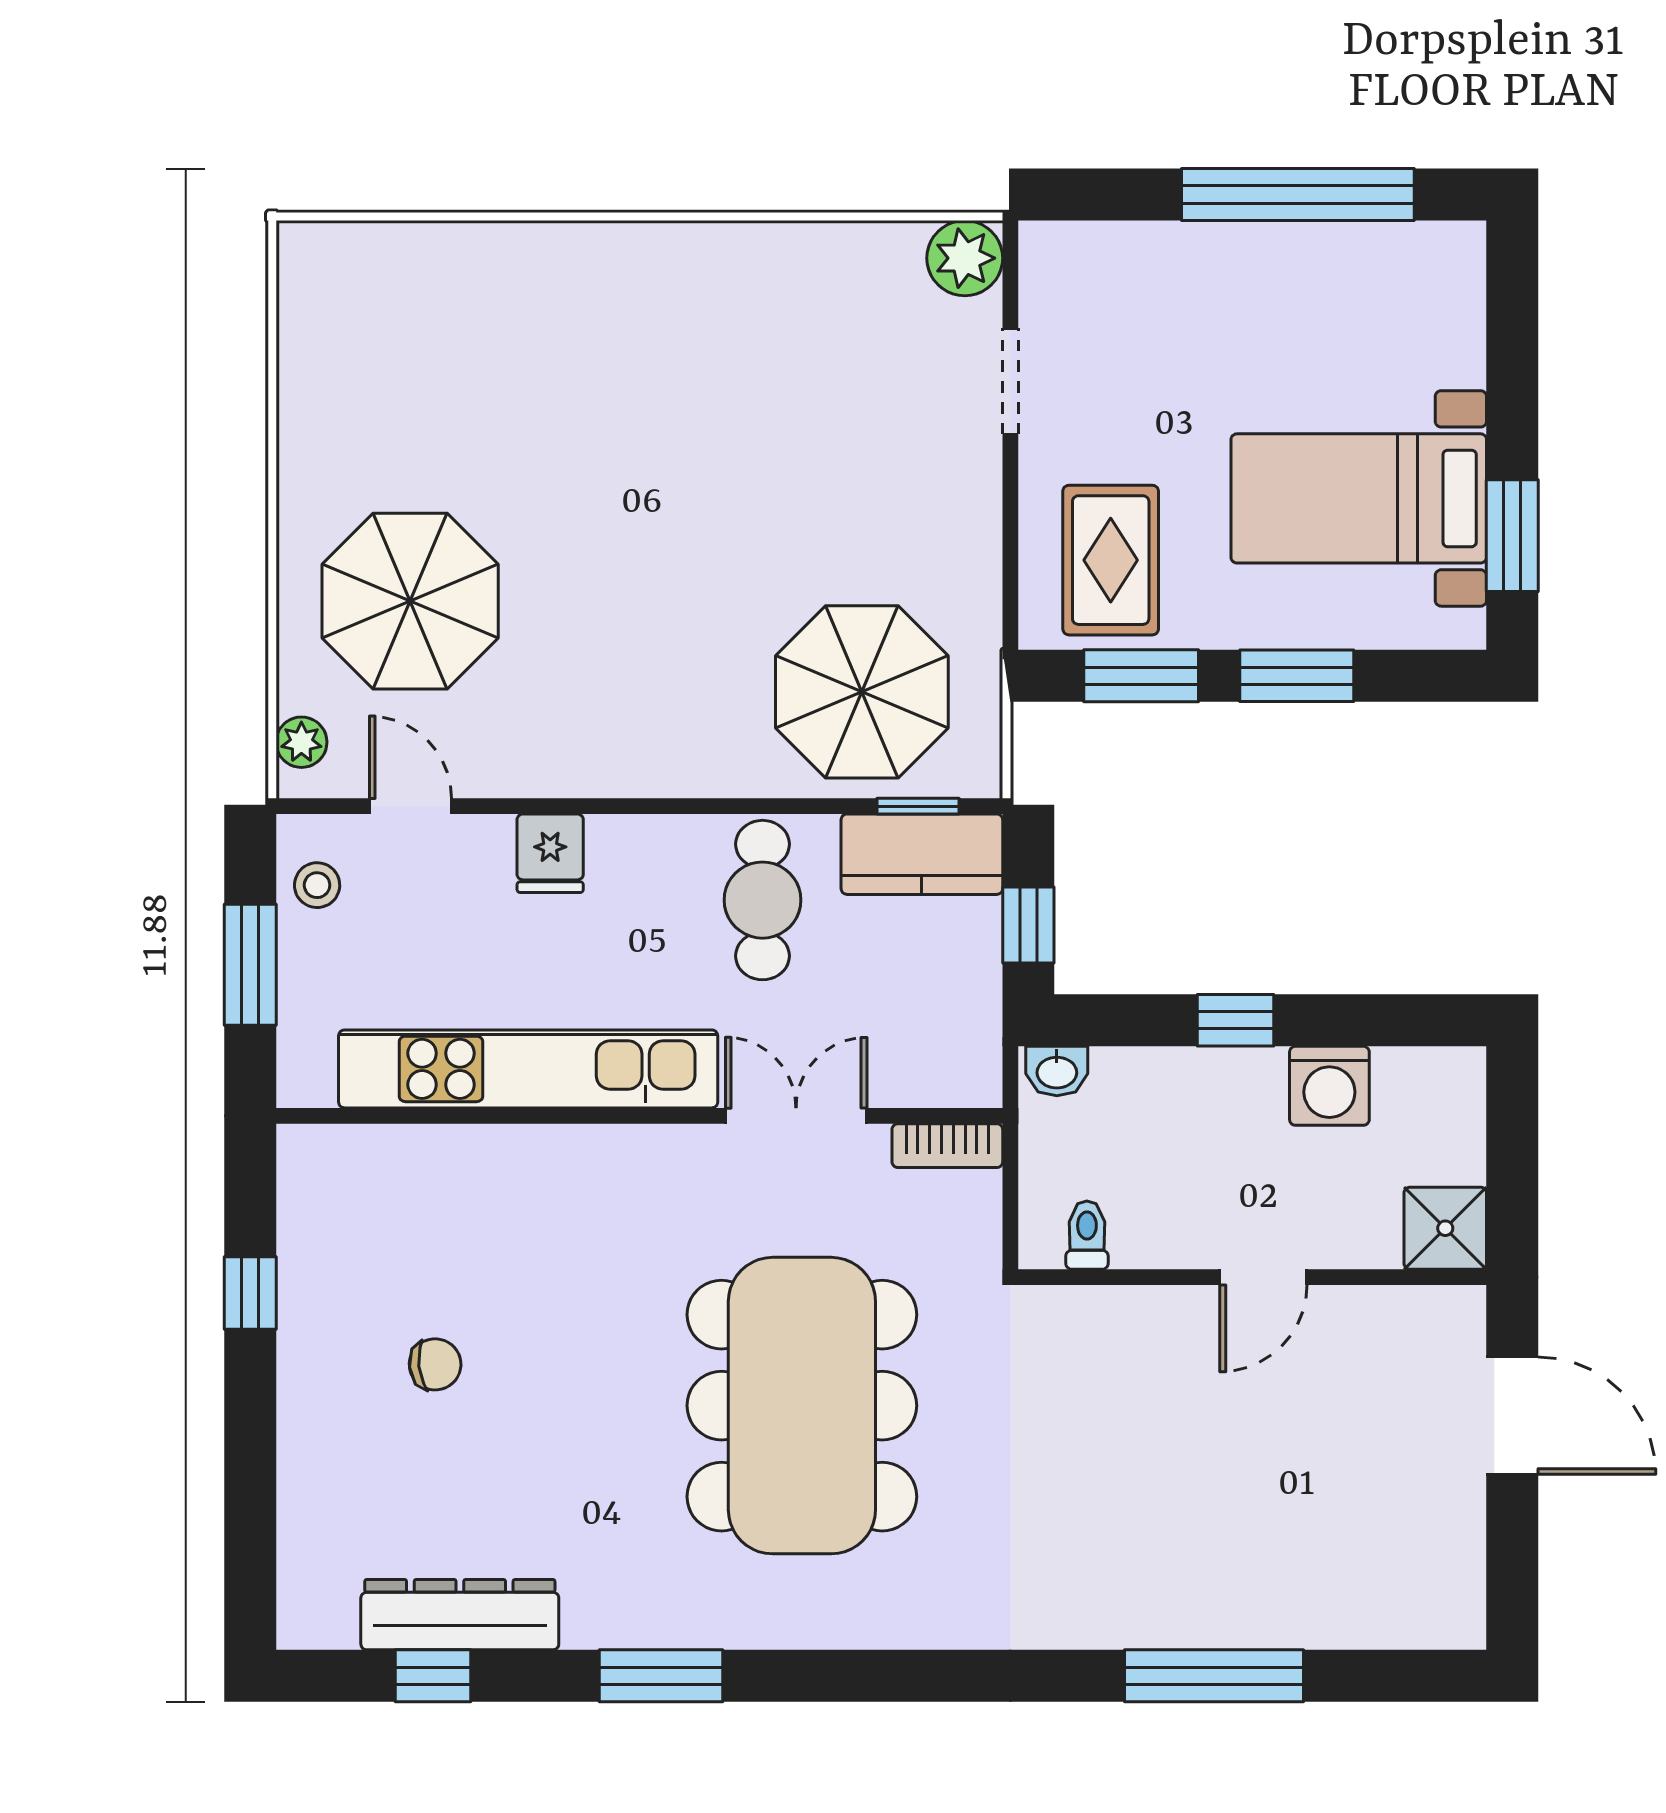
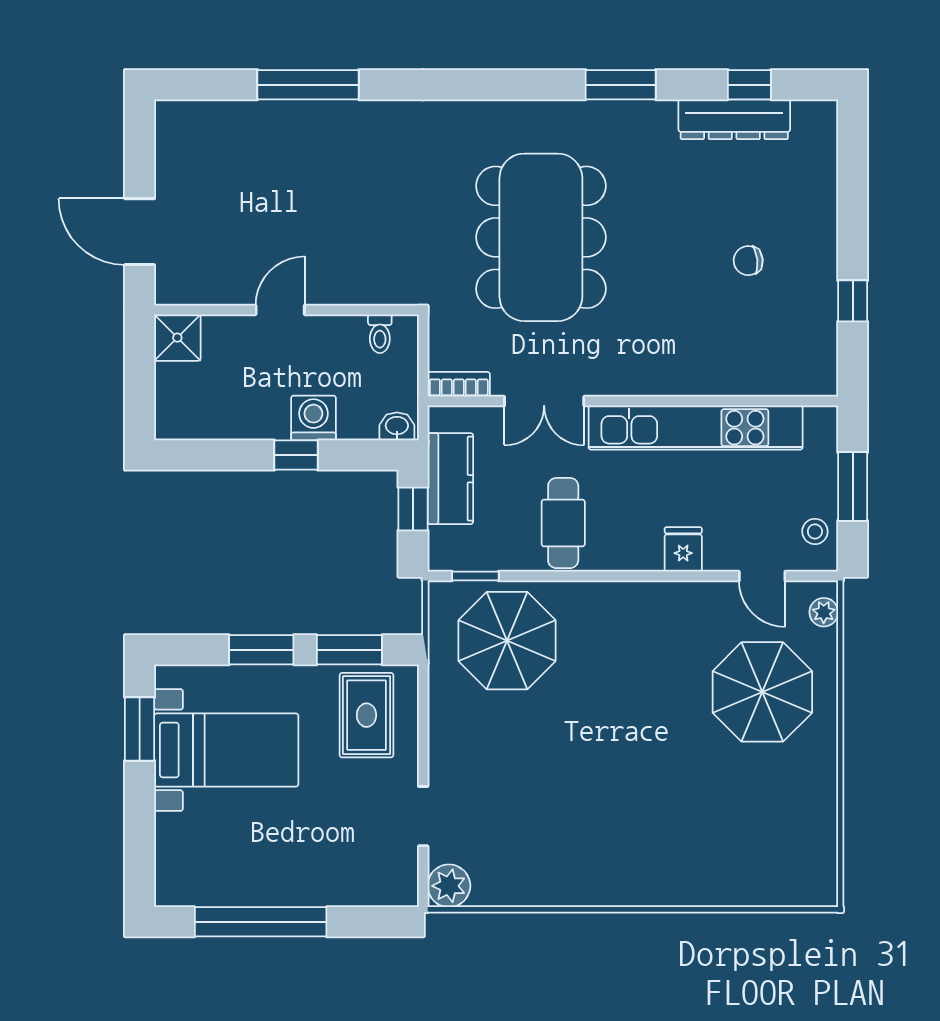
kitchen counter: (922, 854) -> (450, 479), moved, turned 90
washing machine: (1329, 1086) -> (313, 418), moved

